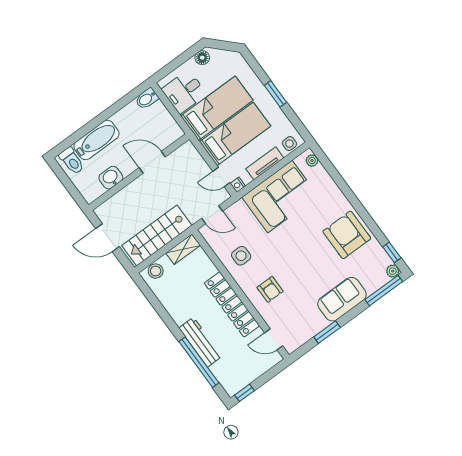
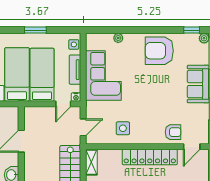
plant: (312, 161) -> (118, 38), moved
armchair: (270, 289) -> (173, 132), moved

